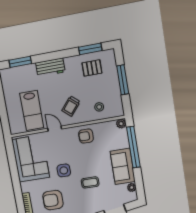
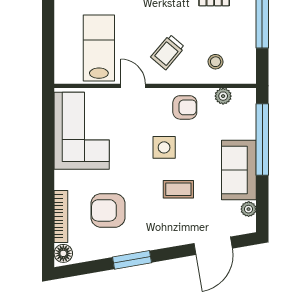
lab bench: (32, 110) -> (99, 48), turned 180
plant: (121, 124) -> (223, 96), moved
armchair: (86, 136) -> (185, 107), turned 180
side table: (64, 170) -> (164, 147), moved

